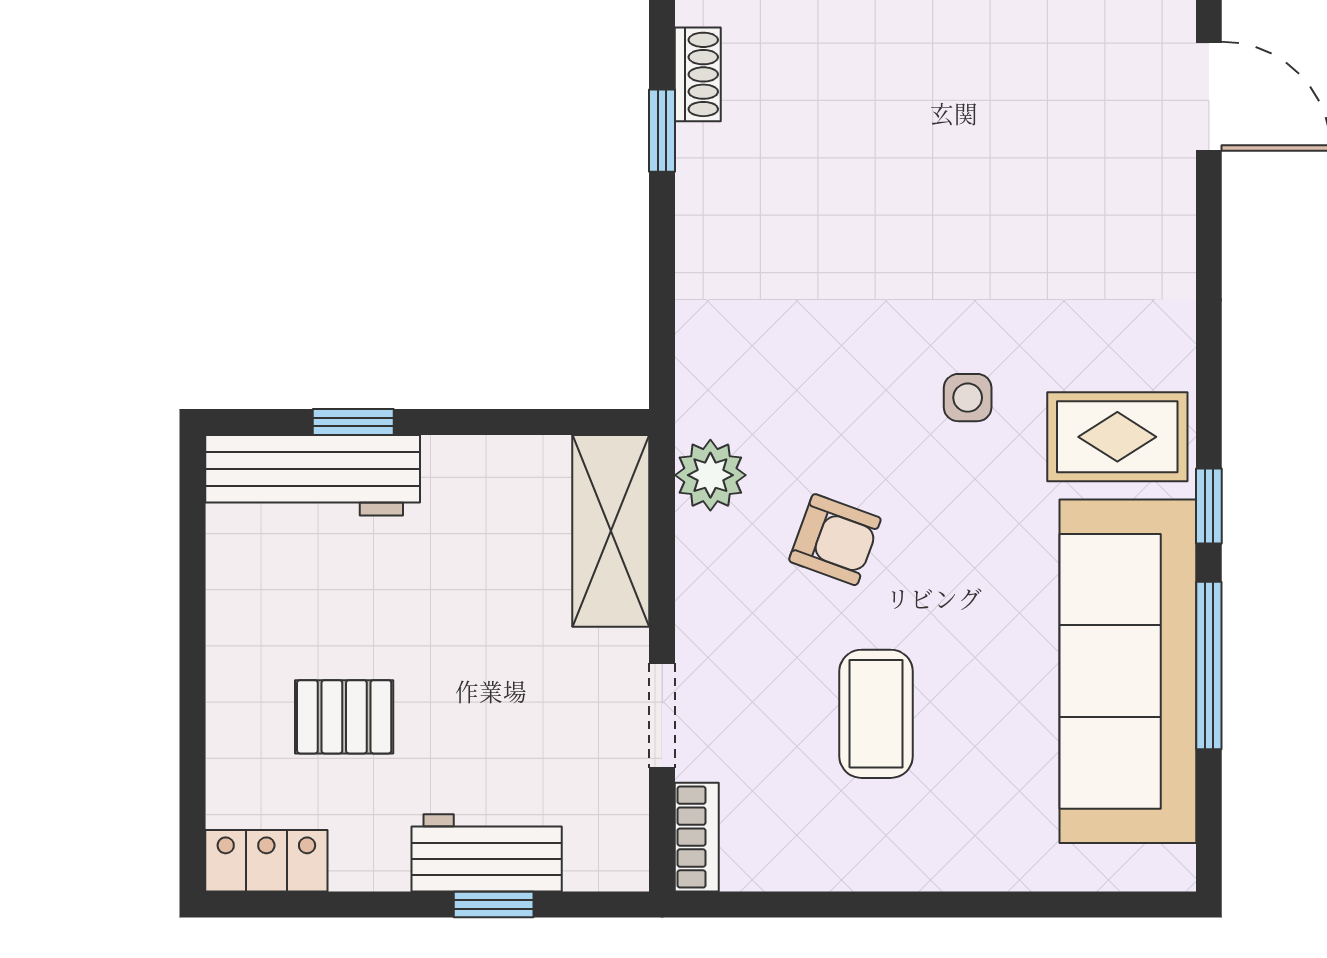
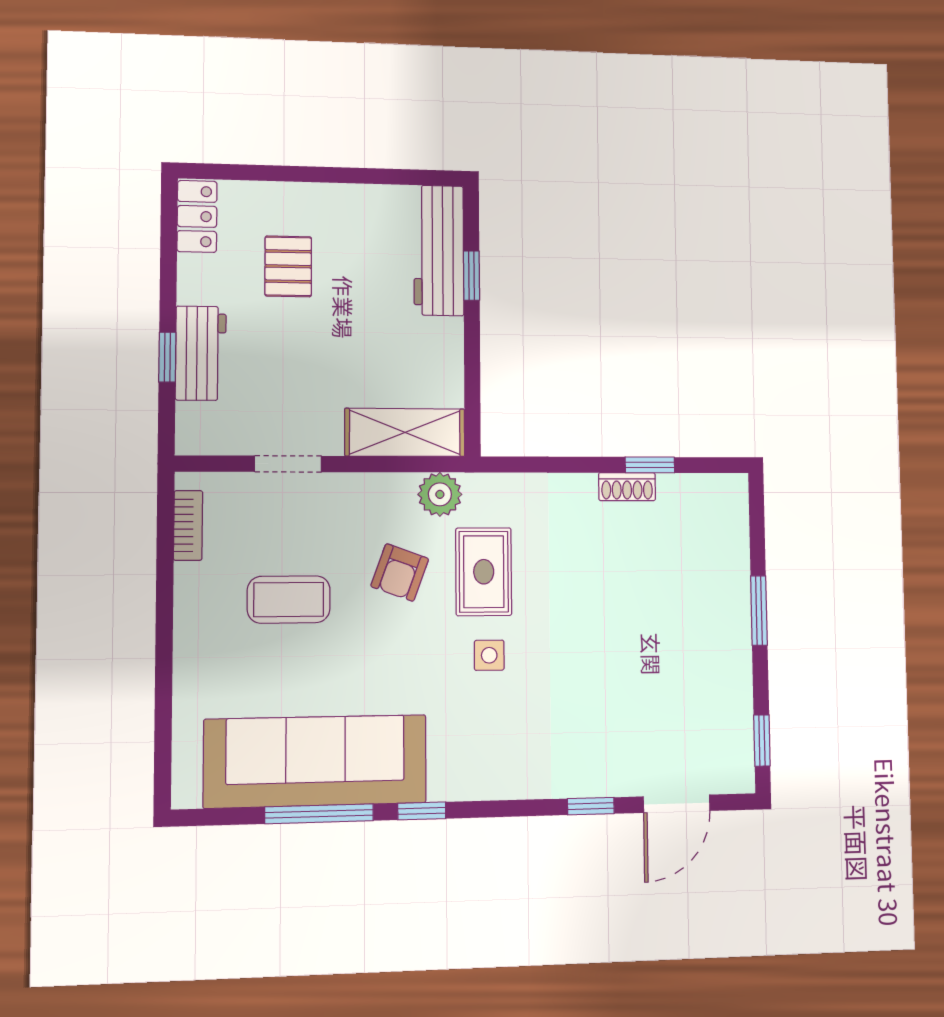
shoe rack: (698, 74) -> (627, 487), moved
window: (1209, 236) -> (591, 806), added
rug: (1117, 437) -> (484, 572), moved
bookcase: (697, 837) -> (188, 525), moved, turned -90

